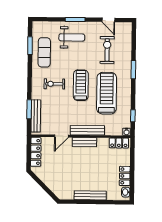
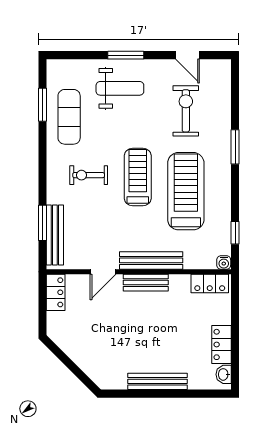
locker: (36, 152) -> (56, 292), width x0.66

